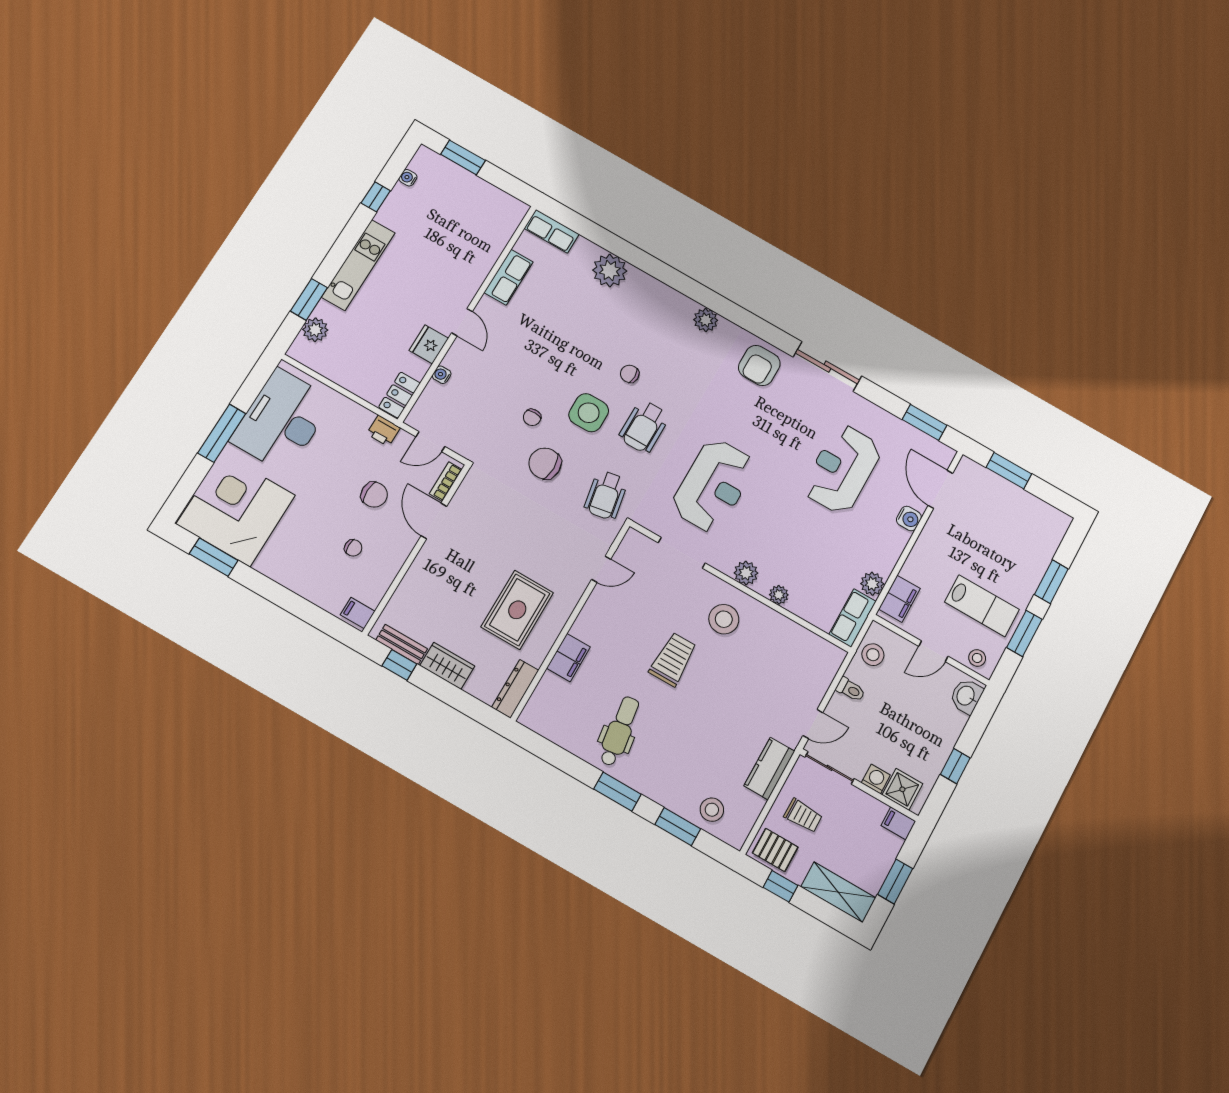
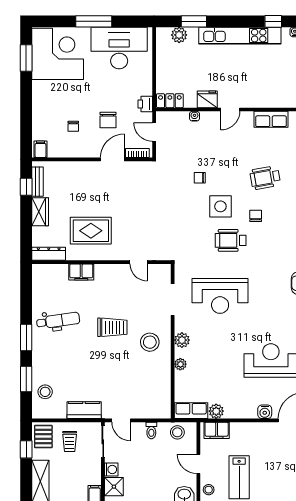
kitchen unit: (358, 265) -> (240, 36), width x1.36
chair: (545, 463) -> (178, 199), removed
wheelchair: (606, 495) -> (265, 178), moved

